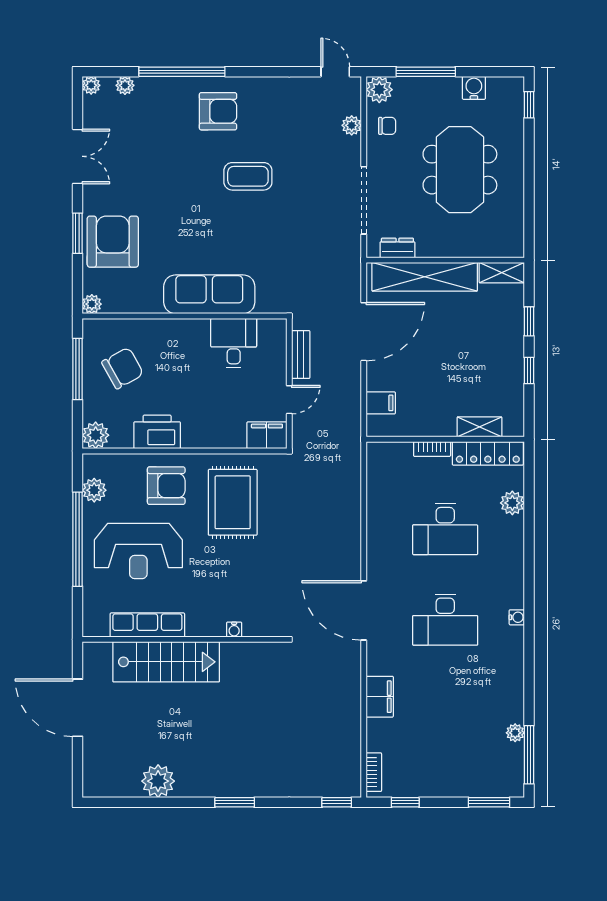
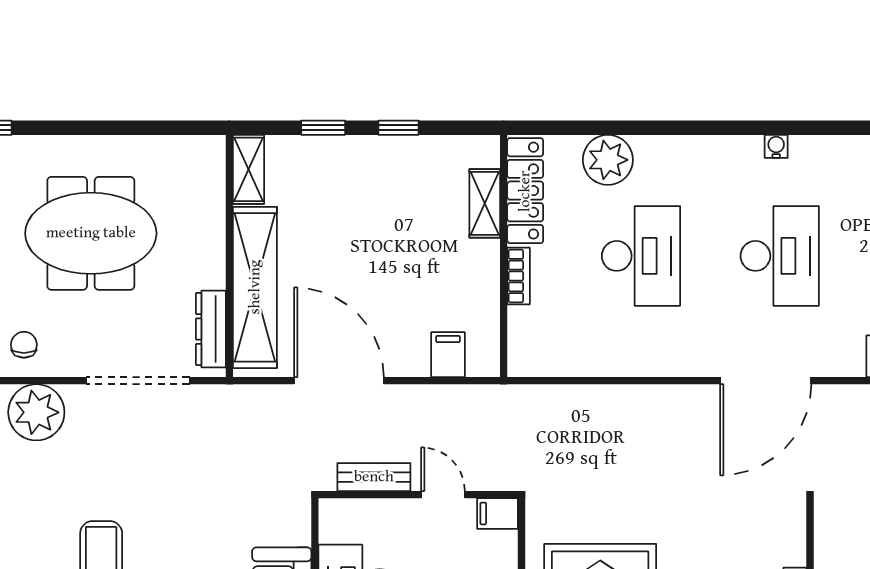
plant: (352, 125) -> (36, 412), width x1.87, depth x1.87
dresser: (397, 248) -> (211, 329), width x1.44
filing cabinet: (267, 435) -> (498, 513), width x0.50
plant: (512, 503) -> (608, 160), width x1.36, depth x1.36

